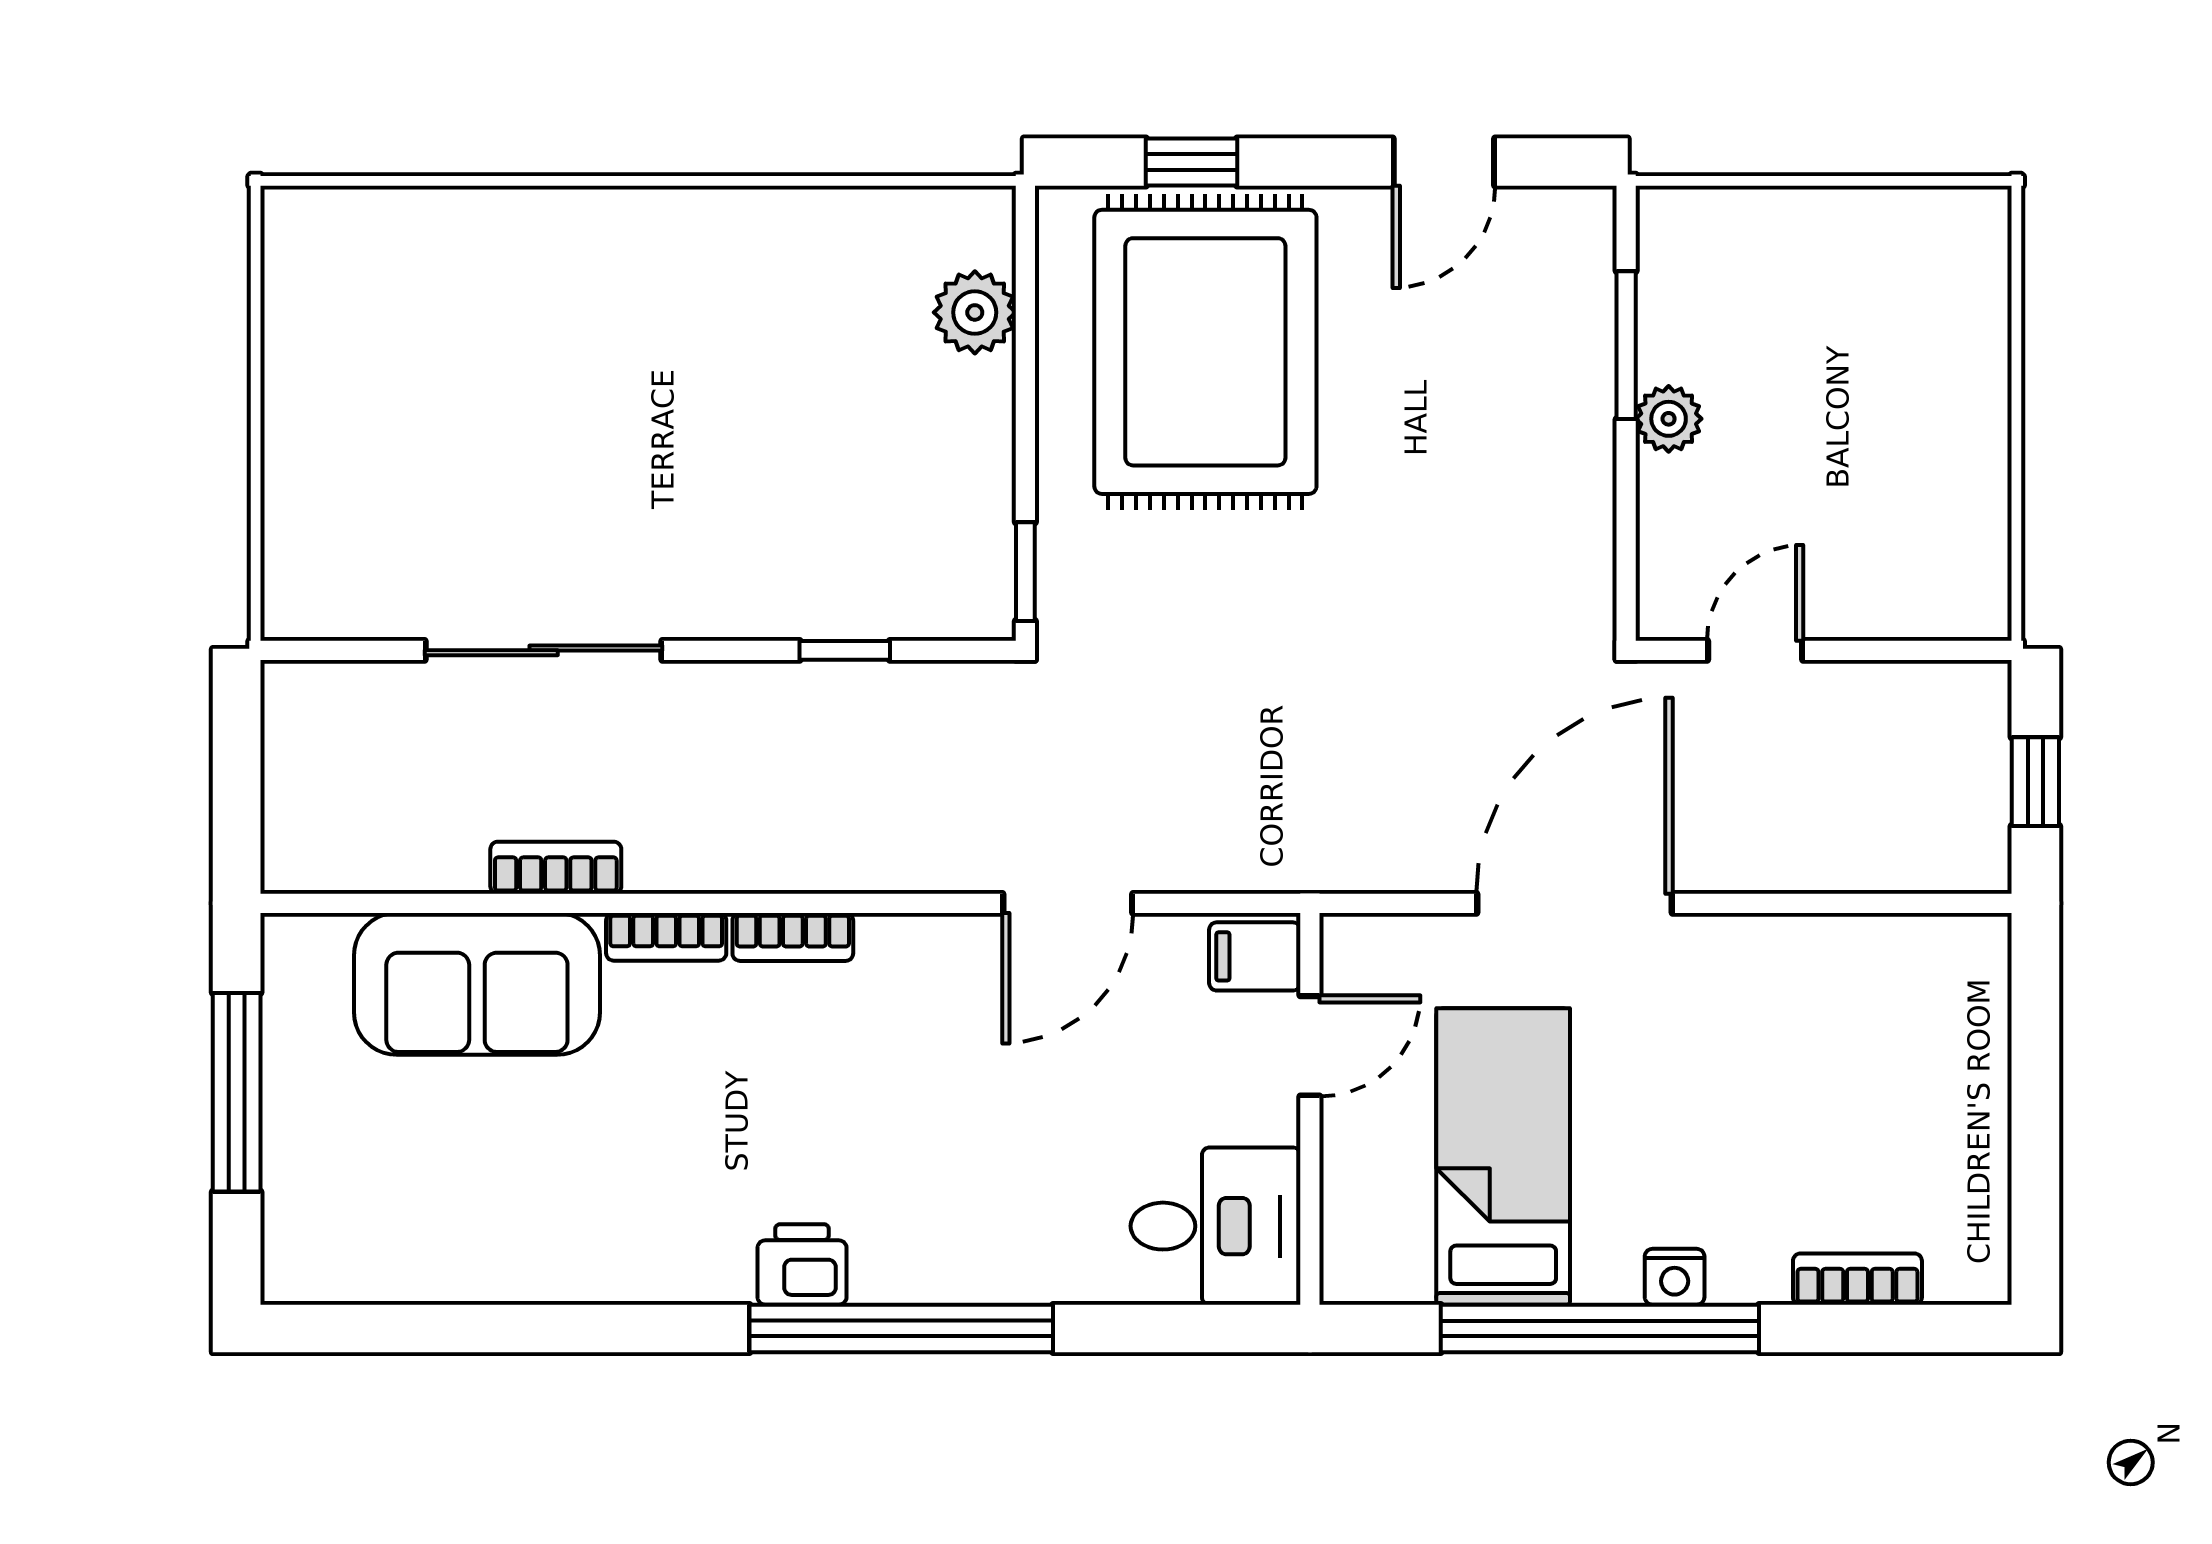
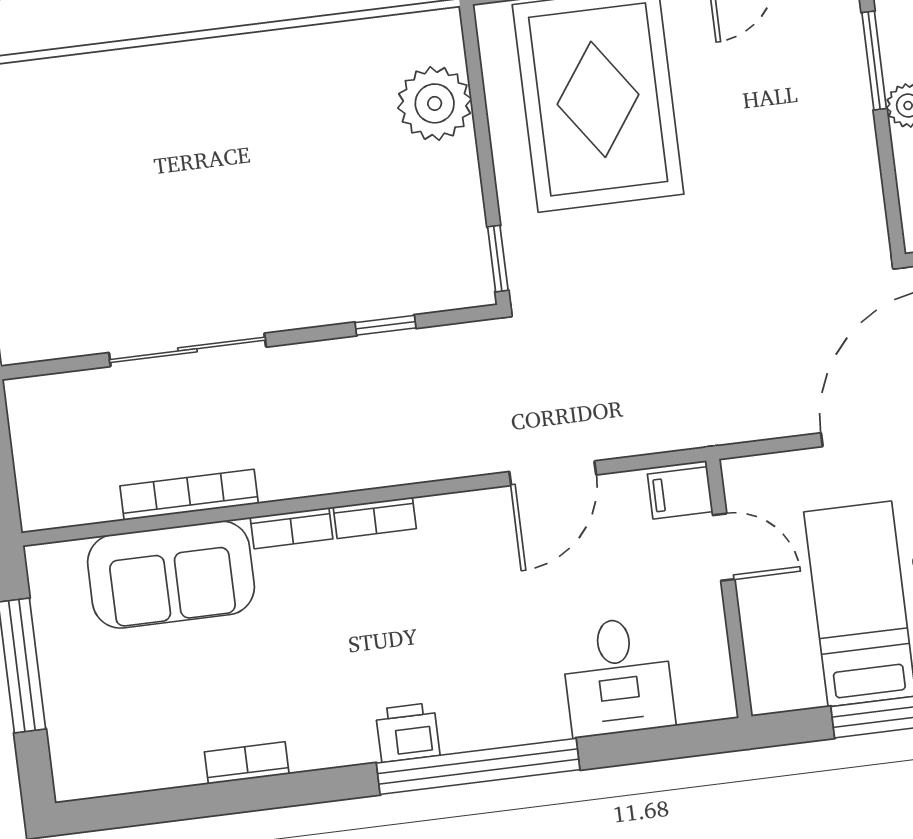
plant: (975, 312) -> (435, 103), width x1.36, depth x1.36
bookcase: (556, 868) -> (189, 495), width x1.56
door: (1310, 1046) -> (724, 547), hinge flipped
desk: (1216, 1226) -> (618, 677), moved, turned 90
bookcase: (555, 1280) -> (247, 763), added

